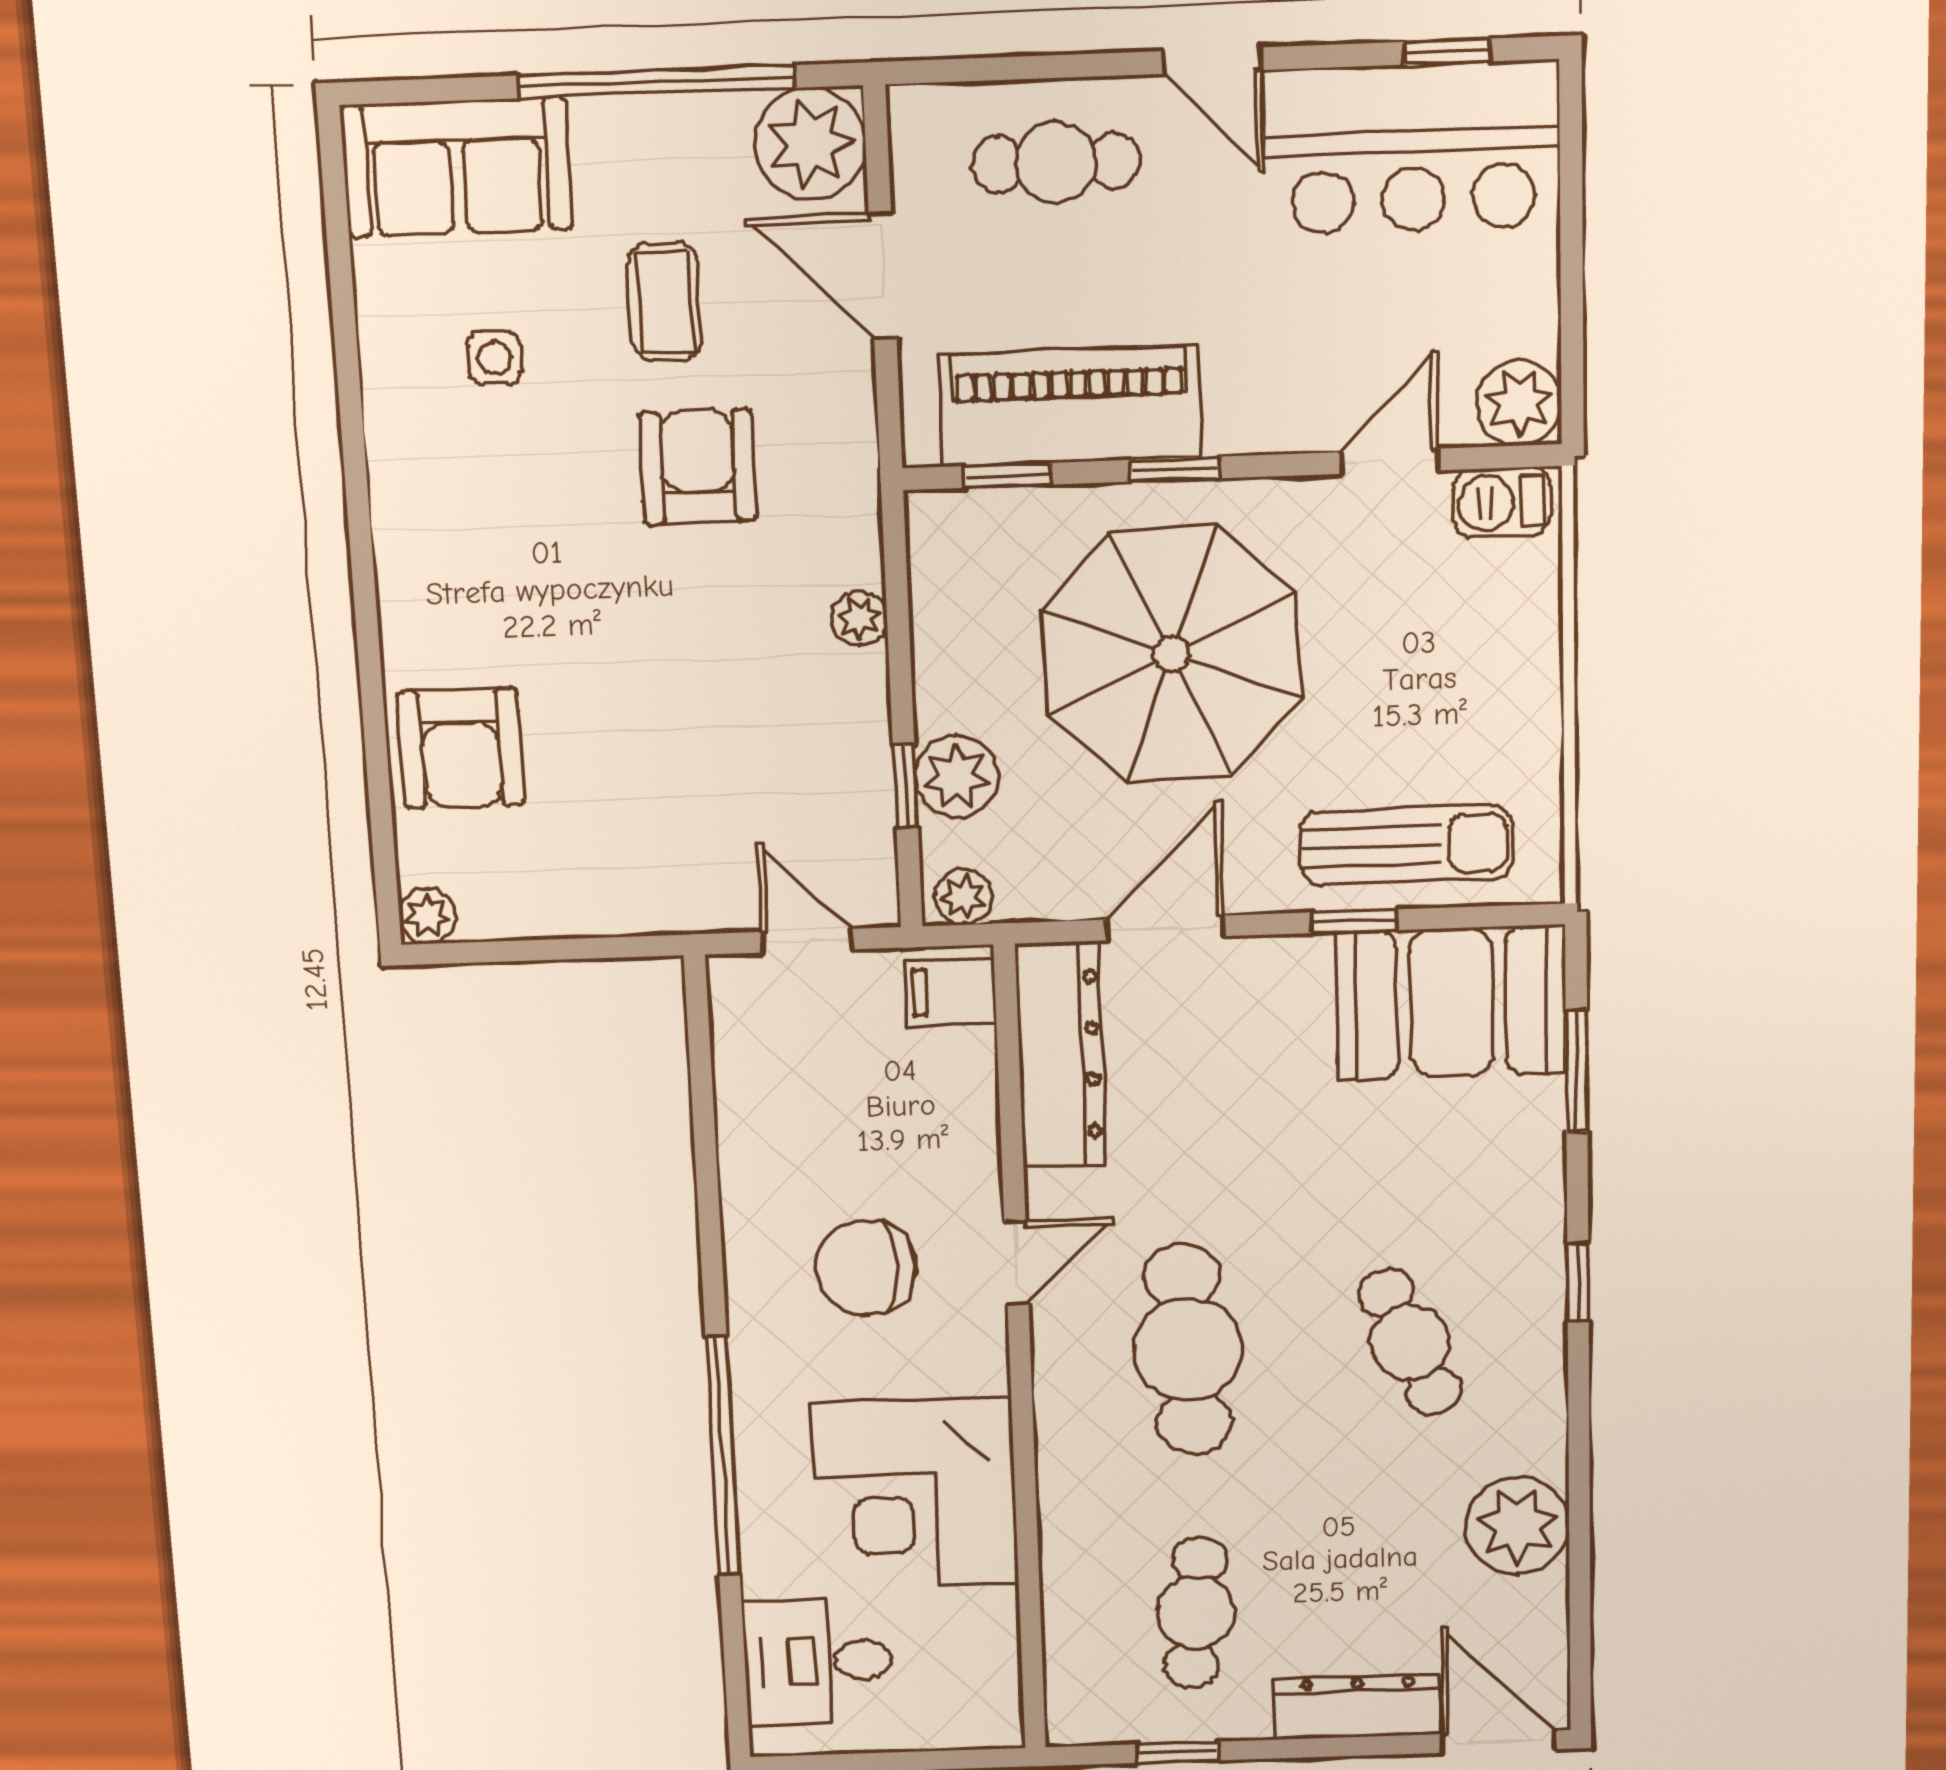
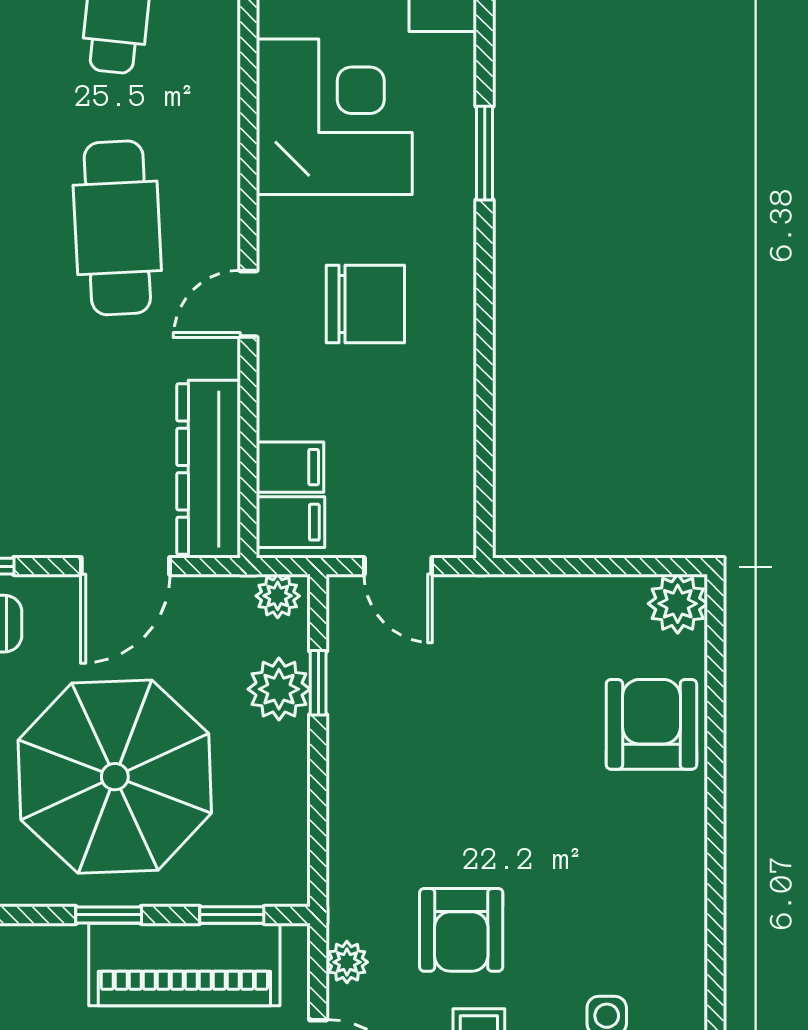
plant: (859, 619) -> (347, 962), moved
plant: (427, 916) -> (678, 604), width x1.38, depth x1.38
filing cabinet: (954, 1061) -> (290, 467), added
window: (723, 1456) -> (485, 153), width x0.47

